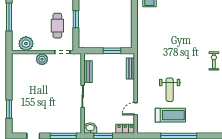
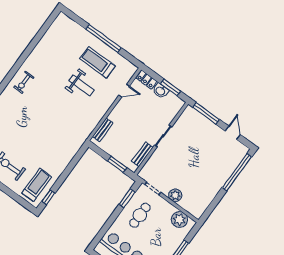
window: (76, 19) -> (127, 198), moved
window: (112, 51) -> (117, 164), moved
weight bench: (170, 90) -> (82, 85), turned 90
window: (9, 109) -> (237, 172), width x2.11
washbasin: (90, 128) -> (160, 91), moved

